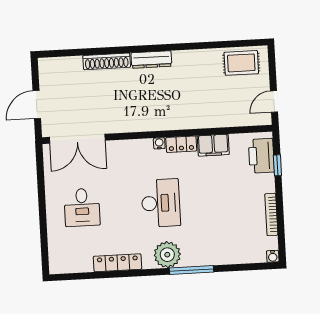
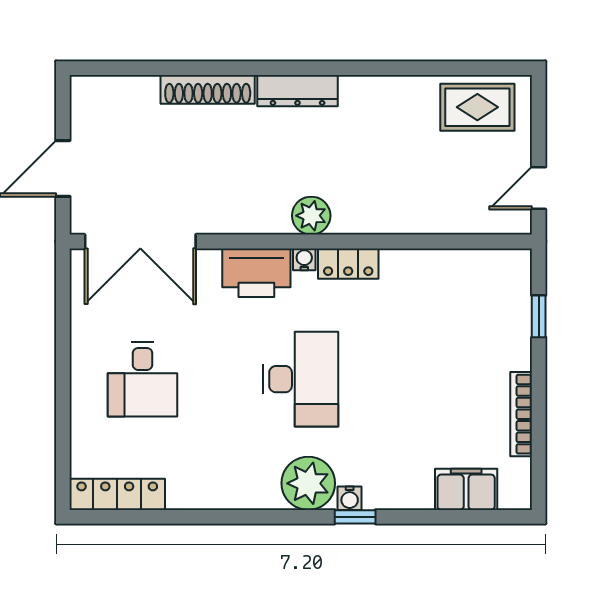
plant: (162, 121) -> (311, 216), added
filing cabinet: (213, 145) -> (466, 489), moved, turned 180
printer: (261, 156) -> (256, 273), moved, turned -90
water cooler: (273, 256) -> (350, 498), moved
locker: (117, 263) -> (117, 494), moved
window: (191, 270) -> (355, 517), width x0.46

